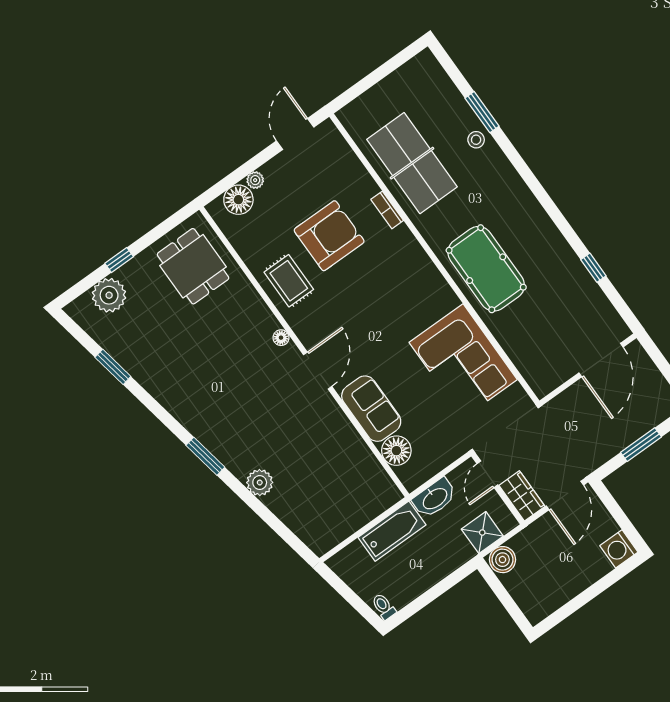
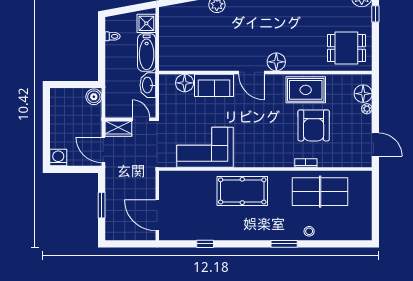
window: (482, 112) -> (284, 244), moved
rug: (289, 281) -> (306, 90), width x1.36, depth x1.43
floor lamp: (281, 338) -> (276, 62), width x1.89, depth x1.89
shower: (482, 533) -> (146, 23), moved
toilet: (384, 607) -> (113, 36), moved

